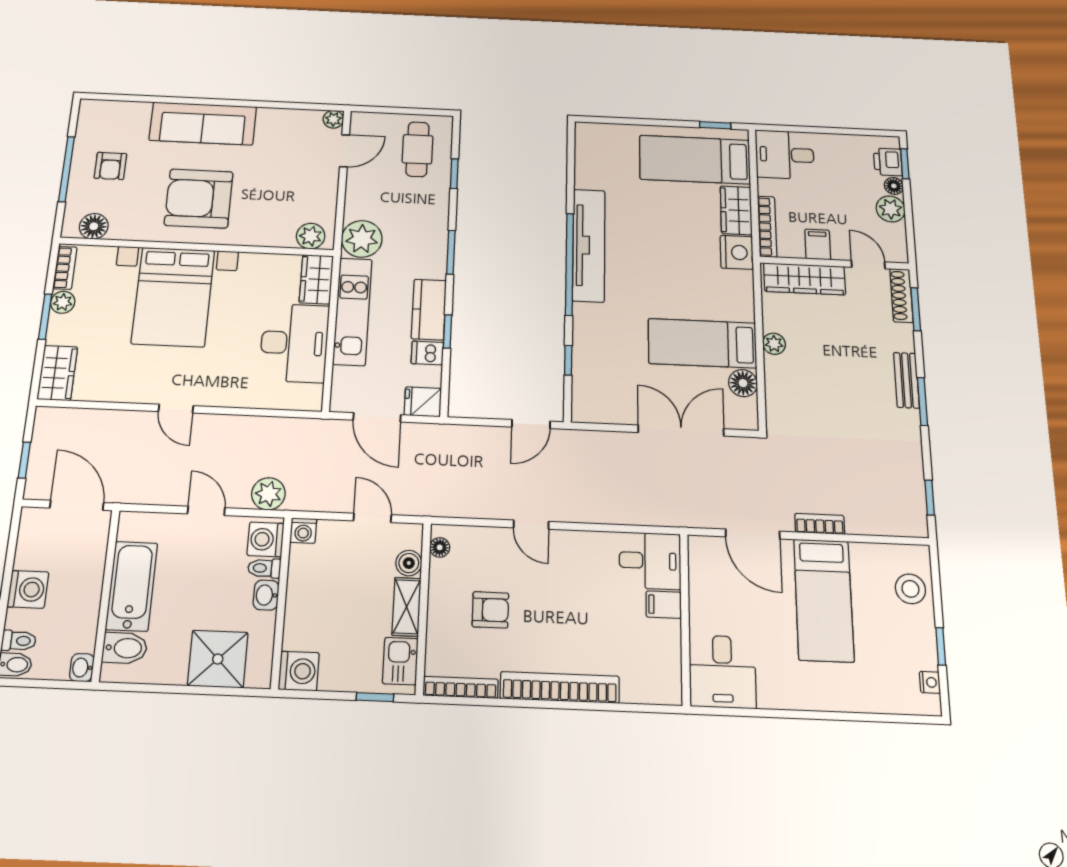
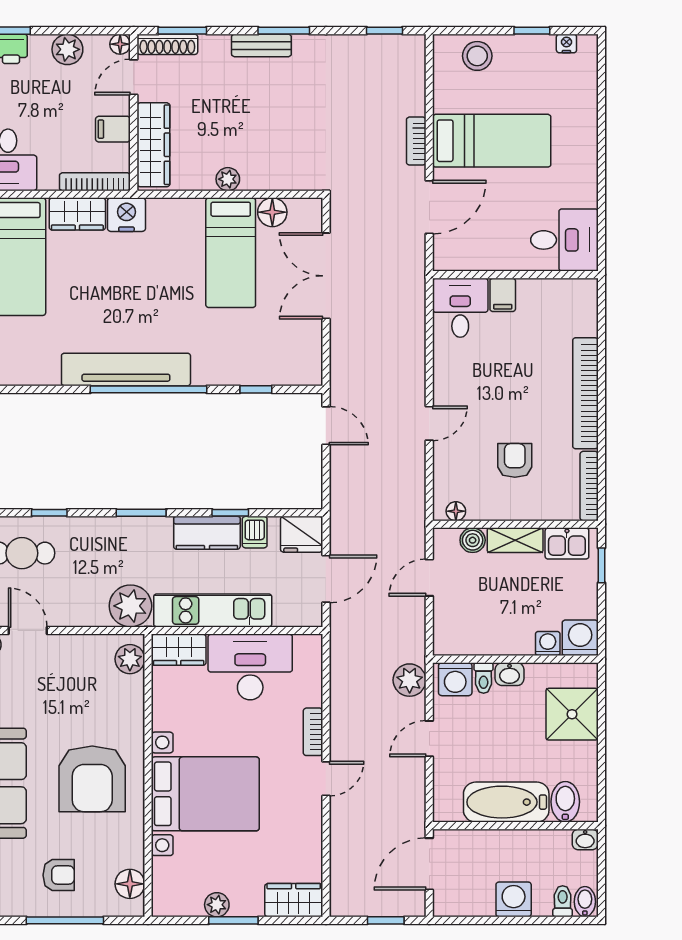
floor lamp: (894, 186) -> (120, 44), moved
bookcase: (65, 268) -> (313, 732), moved, turned -90
fridge: (423, 402) -> (302, 534), width x1.38
washing machine: (303, 531) -> (548, 644), moved, turned -90

